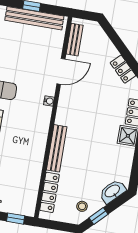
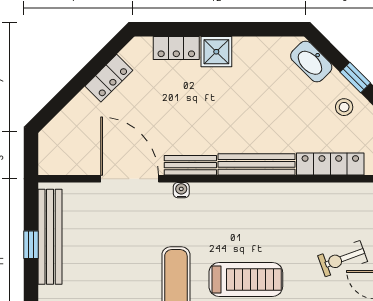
bench: (75, 40) -> (190, 165), moved
door: (61, 71) -> (130, 179), width x1.36

